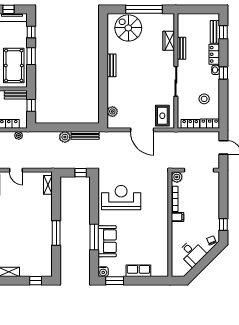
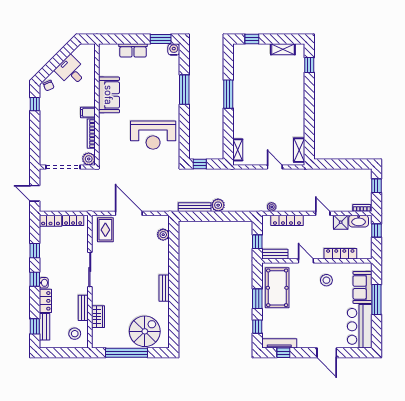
spiral stairs: (128, 28) -> (145, 331), turned -90
window: (223, 98) -> (35, 251), added
stool: (204, 99) -> (75, 334), moved
sofa: (107, 241) -> (109, 95), moved, turned 180

